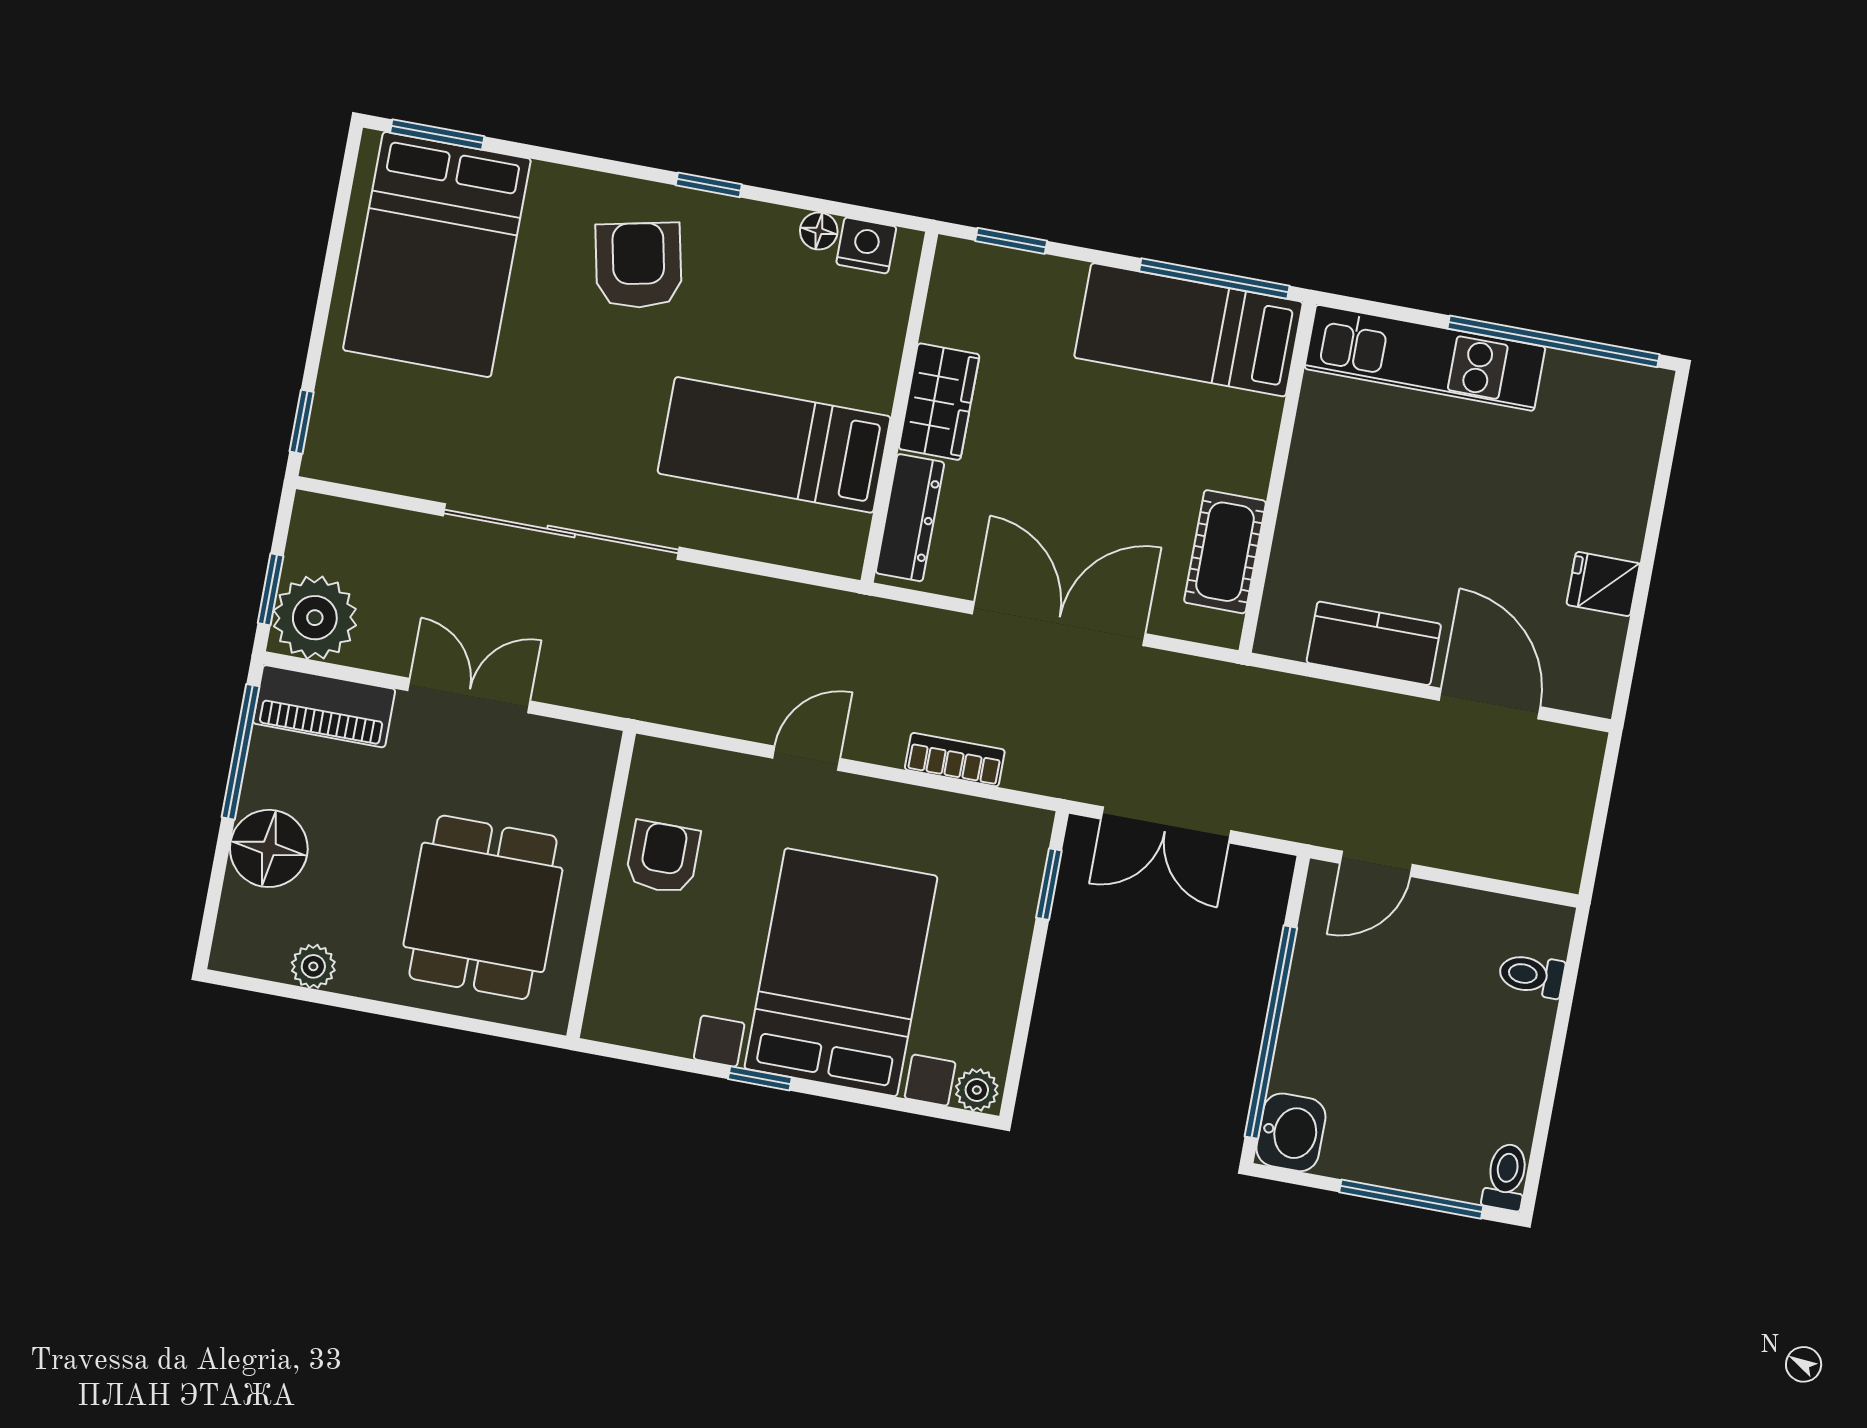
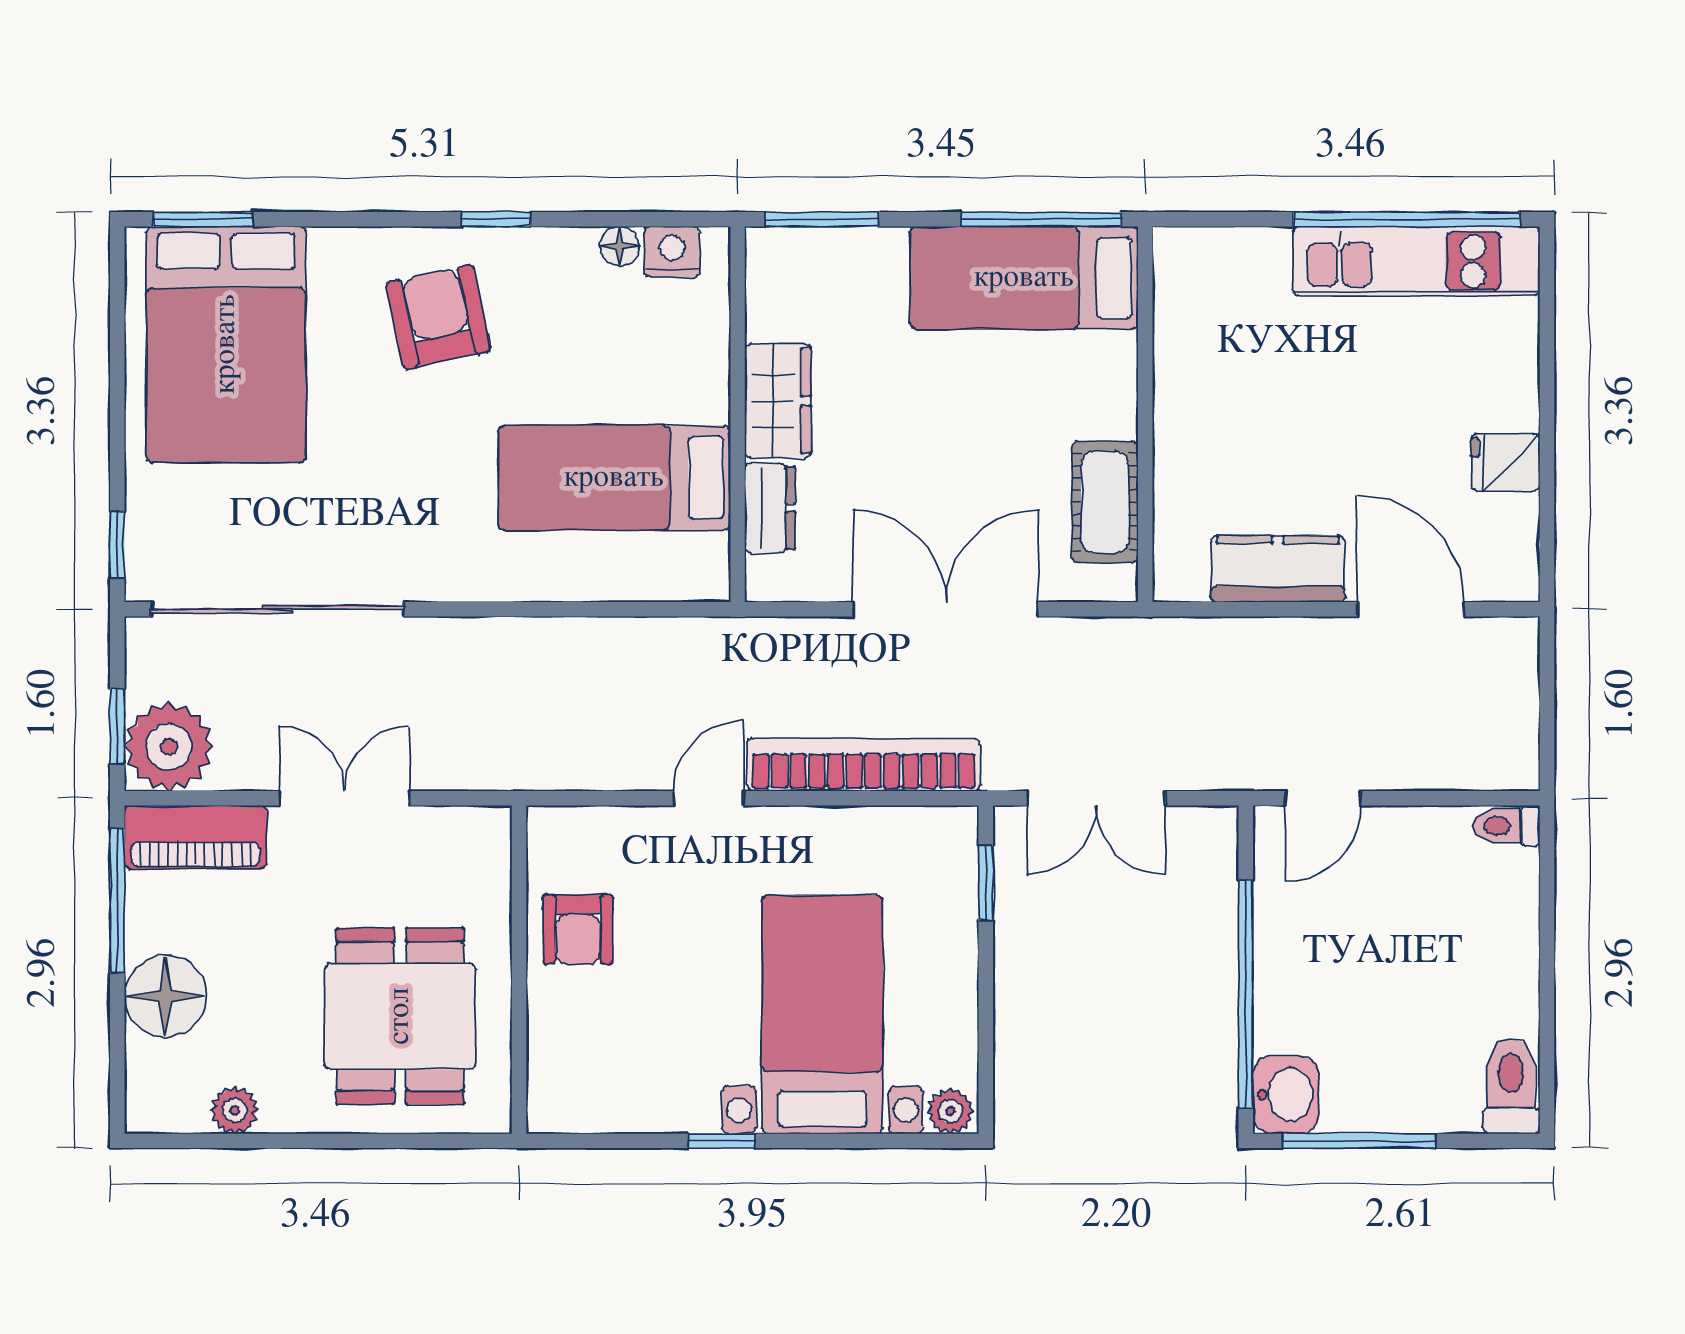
window: (1011, 241) -> (822, 219), width x1.50
kitchen unit: (1425, 358) -> (1416, 261), moved
dresser: (910, 518) -> (770, 508), width x0.70
sliding door: (561, 531) -> (277, 609), moved
bookcase: (955, 760) -> (864, 765), width x2.31, depth x1.31
armchair: (663, 857) -> (578, 929), turned 180
bed with nightstands: (841, 972) -> (822, 1015), width x0.73
toilet: (1532, 975) -> (1506, 826), moved
toilet: (1506, 1177) -> (1511, 1086), width x1.37, depth x1.39
window: (1411, 1199) -> (1359, 1141), moved

